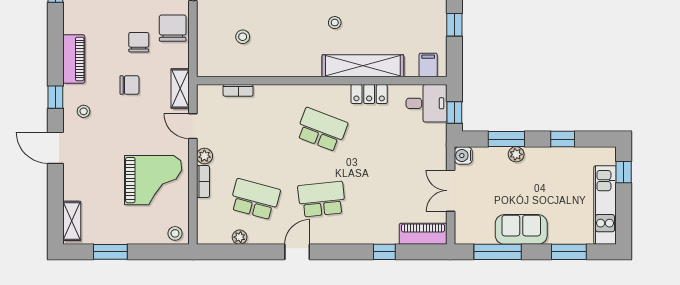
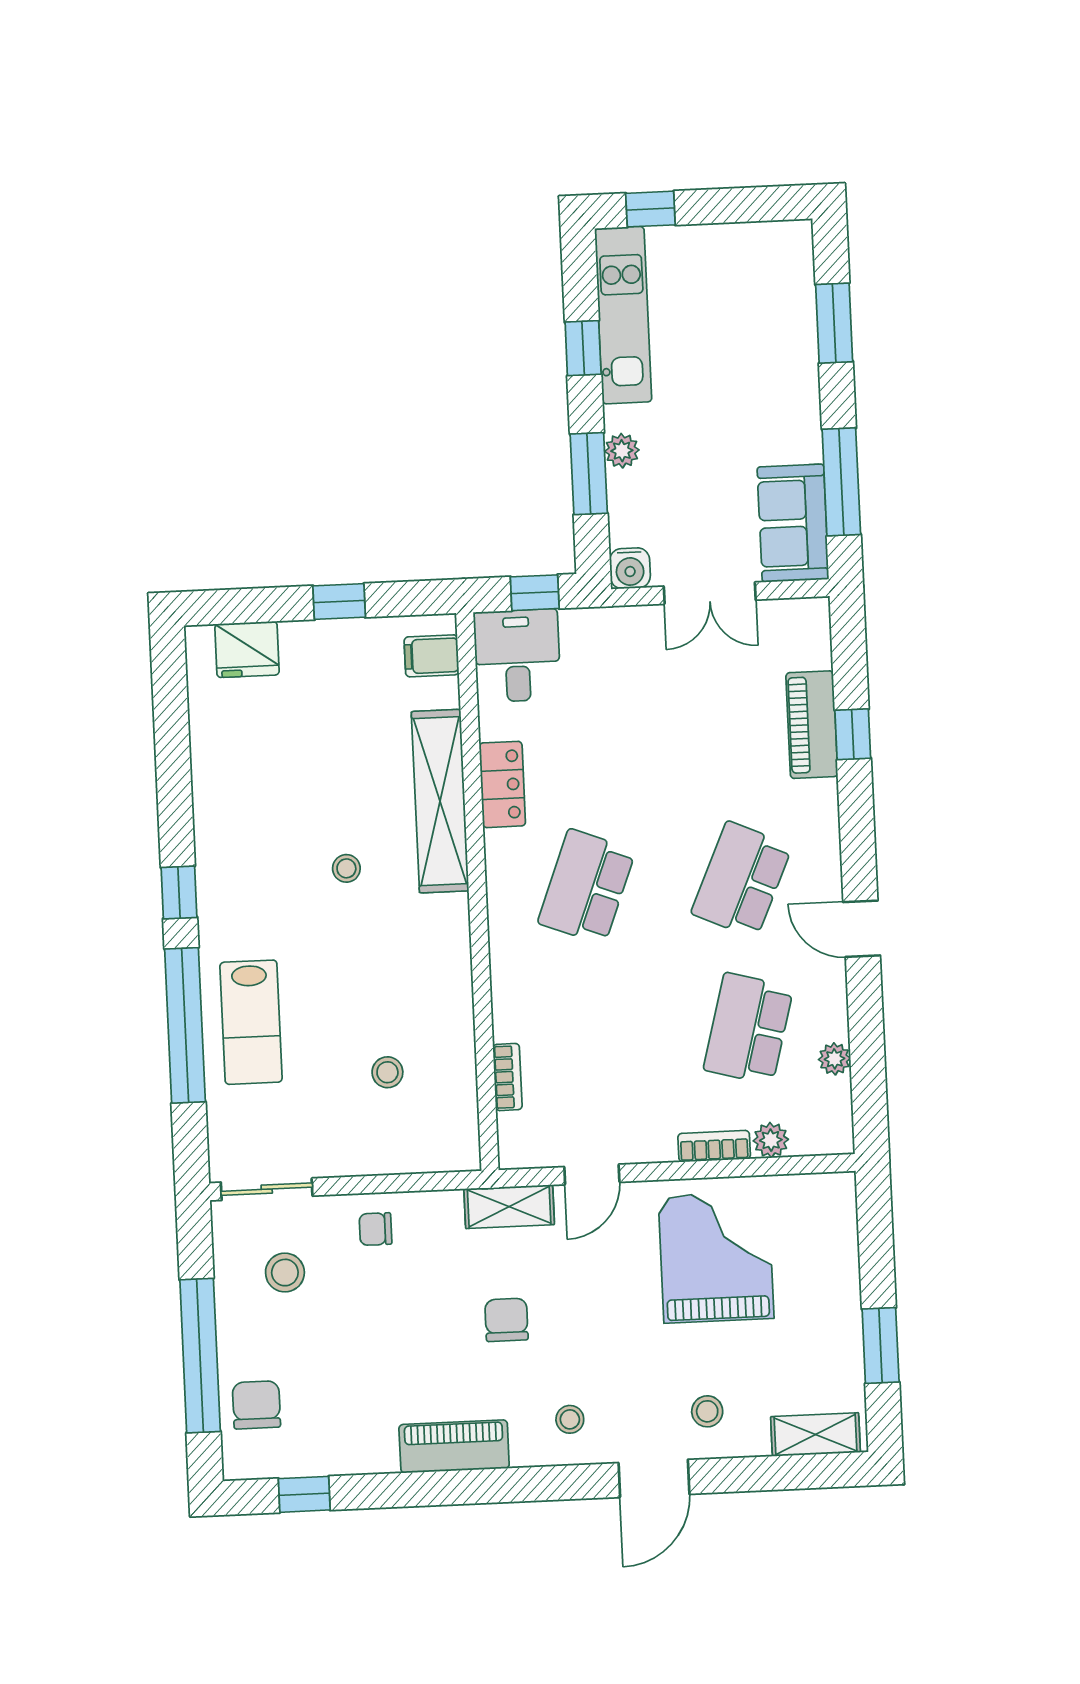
chair: (173, 28) -> (375, 1229), width x0.54, depth x0.54
chair: (139, 42) -> (410, 1303), removed
window: (55, 97) -> (541, 1484), removed
plant: (204, 156) -> (771, 1140), moved
school desk: (322, 199) -> (742, 880), turned 30
kitchen unit: (605, 205) -> (623, 315), moved, turned -90
sofa: (521, 229) -> (793, 523), moved
stool: (175, 233) -> (707, 1411), moved
piano: (423, 234) -> (812, 725), moved

